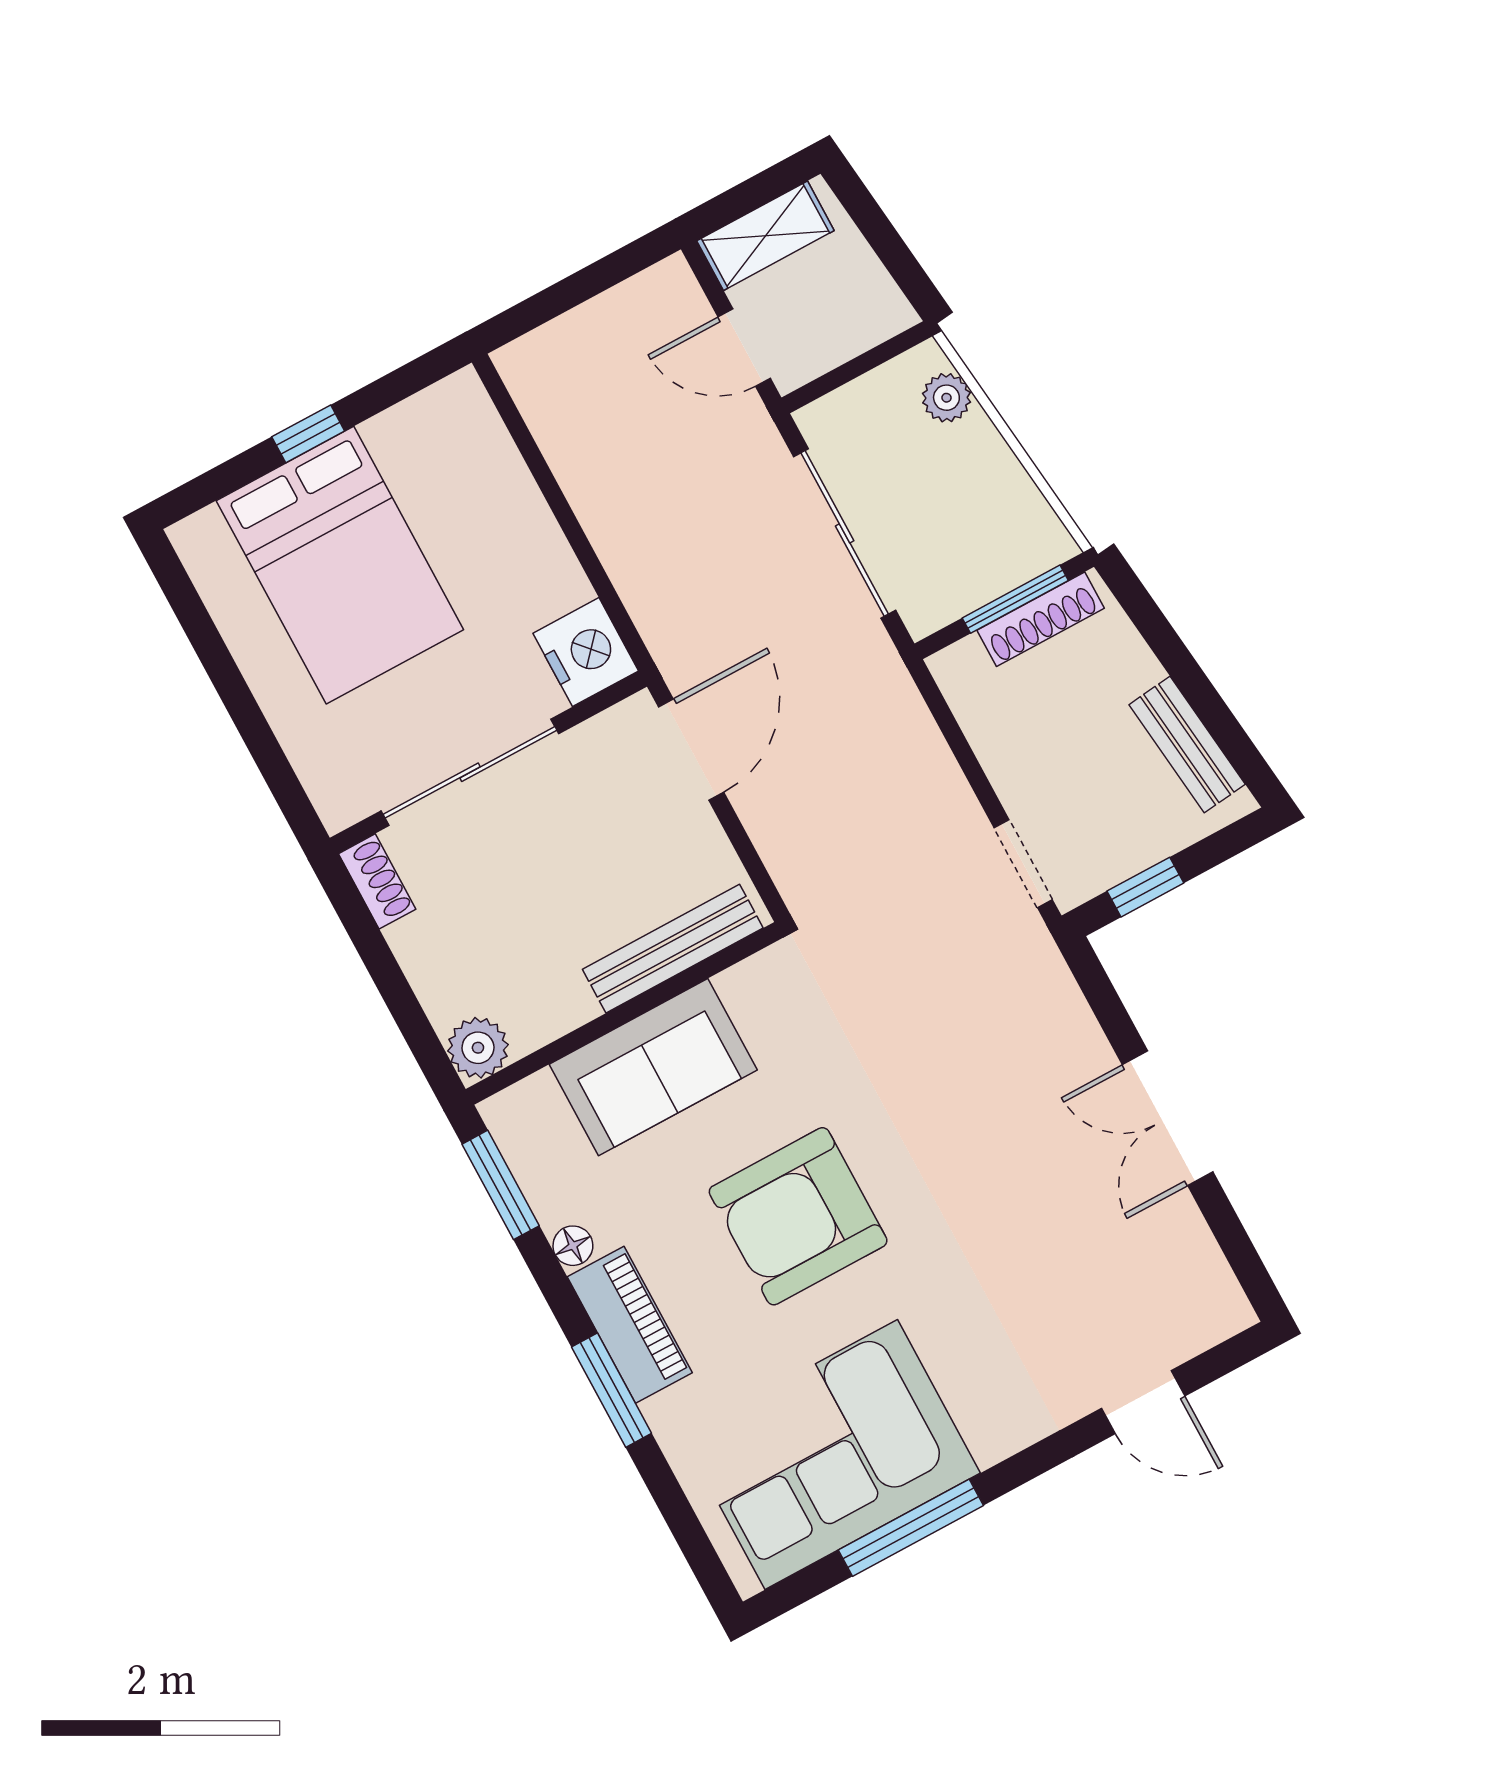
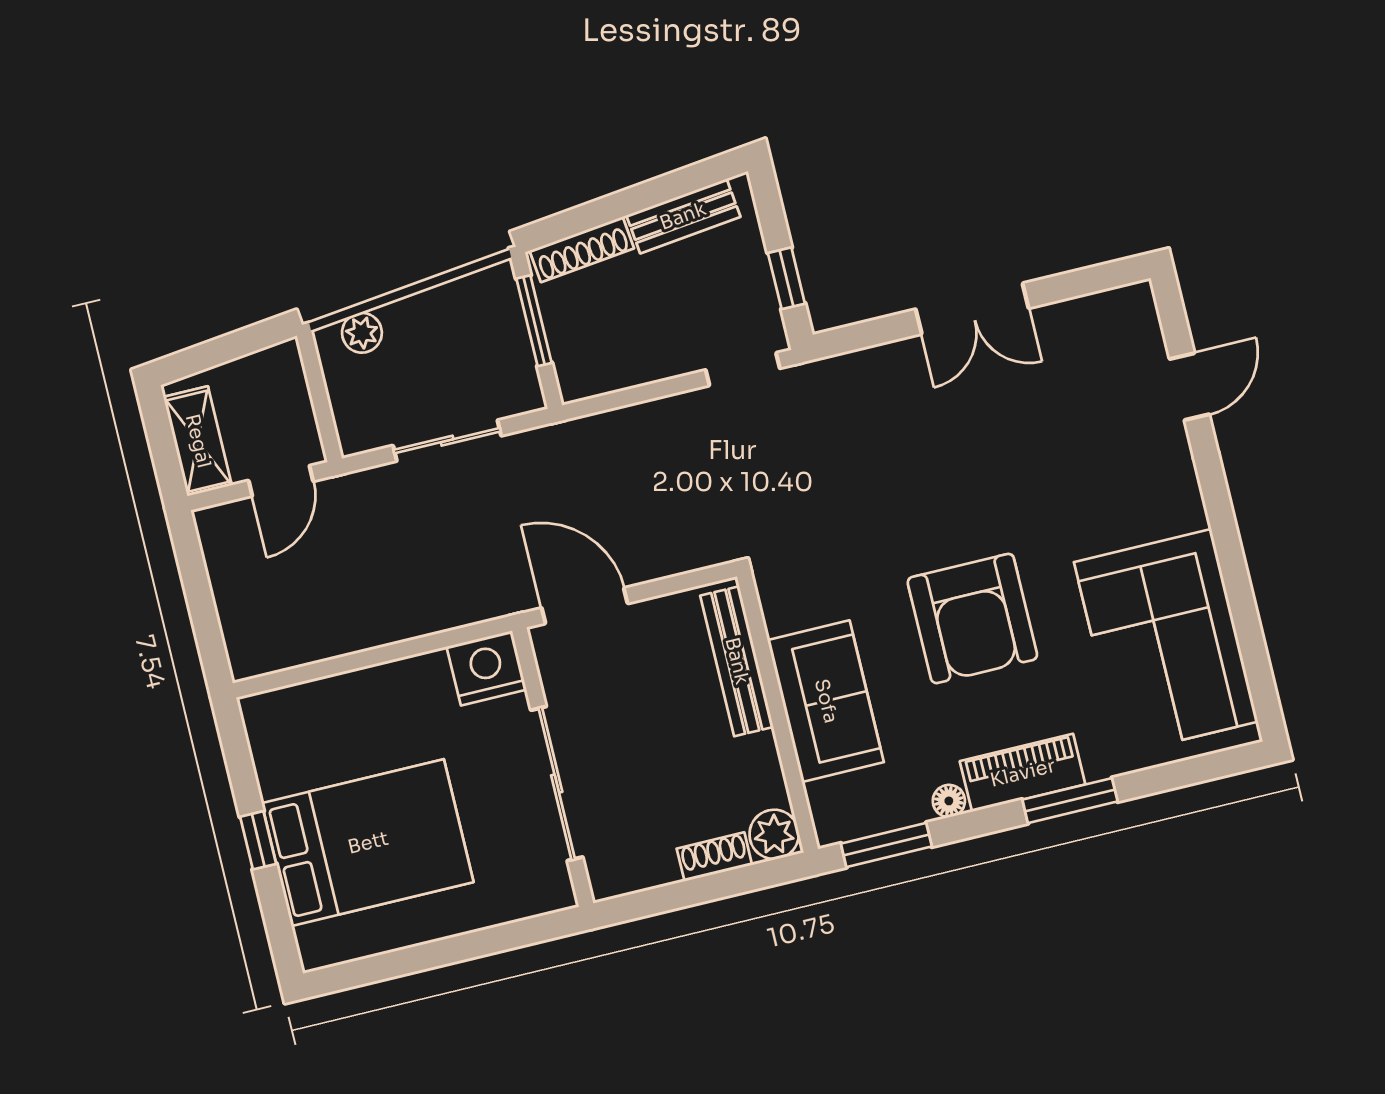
sliding door: (845, 533) -> (447, 441), width x0.73
shoe rack: (1041, 619) -> (582, 249), moved, turned 84
shoe rack: (377, 881) -> (714, 857), moved
window: (911, 1528) -> (1240, 595), removed

